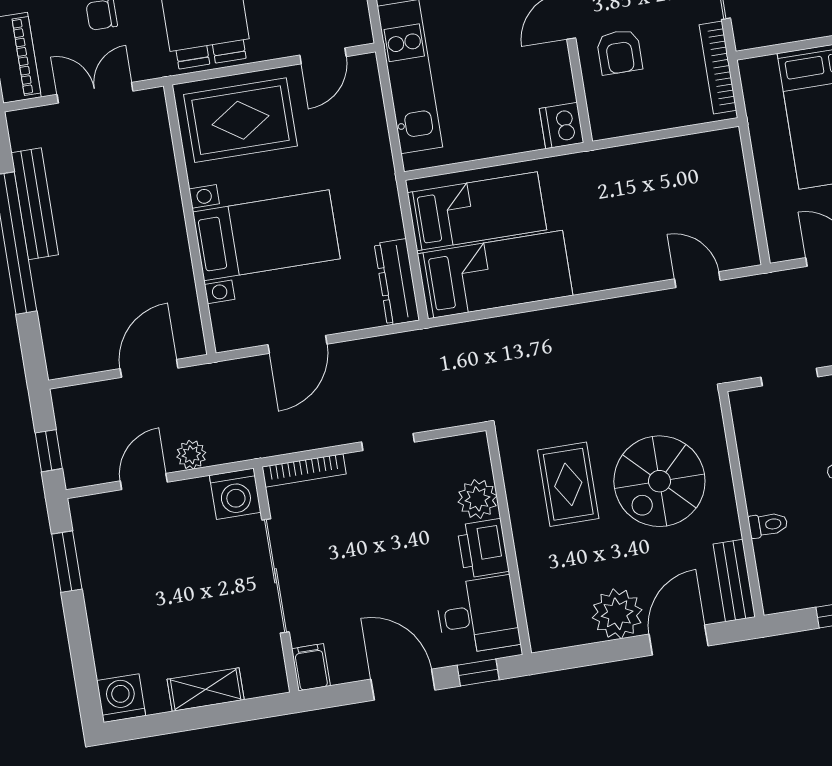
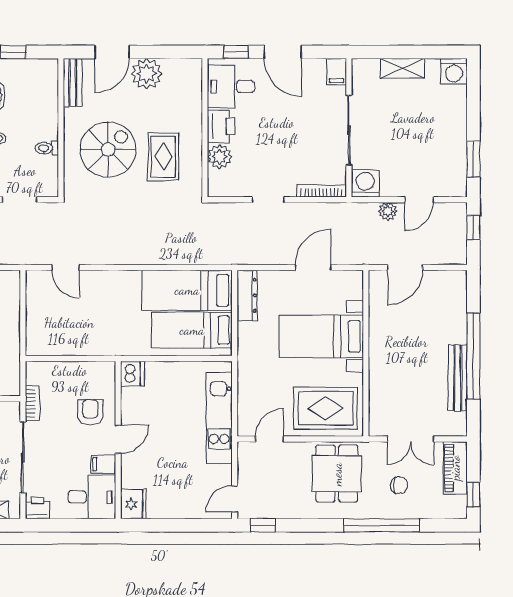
bookcase: (718, 68) -> (32, 403), width x0.64
toilet: (768, 525) -> (47, 148), moved

